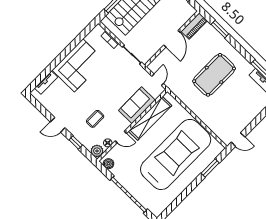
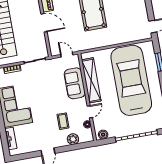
window: (76, 142) -> (70, 148), removed
plant: (97, 151) -> (73, 139), moved

